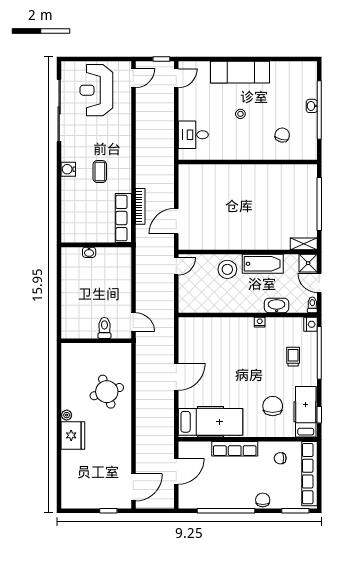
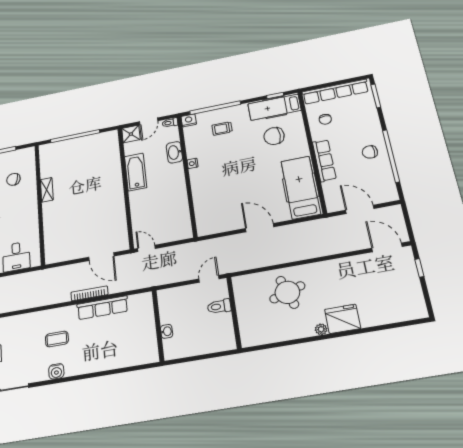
shelving: (304, 244) -> (47, 190), moved
wall: (96, 245) -> (158, 325), moved
washbasin: (89, 252) -> (167, 331), moved
stool: (227, 269) -> (144, 202), removed
chair: (263, 500) -> (370, 152), moved

